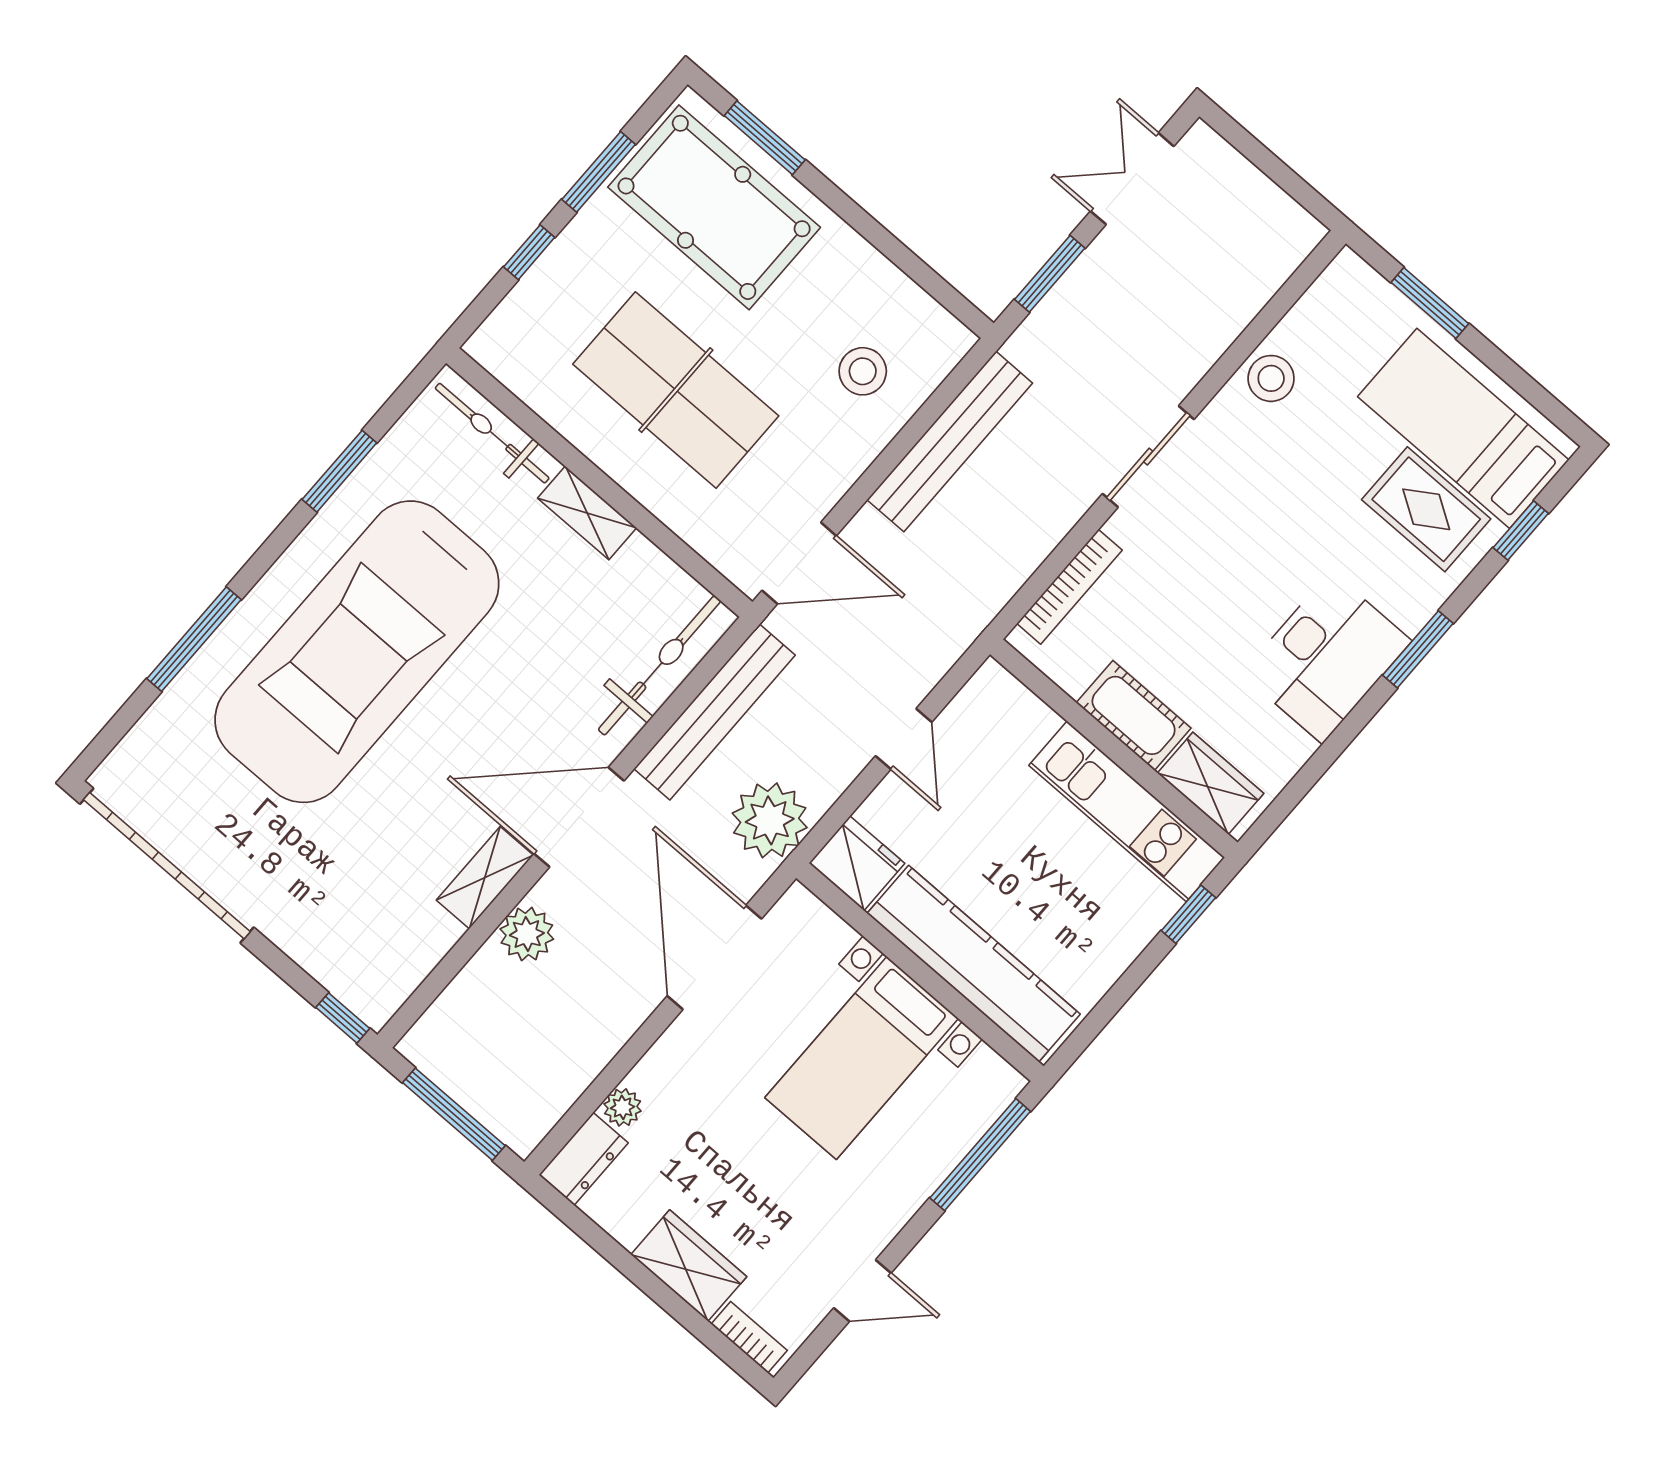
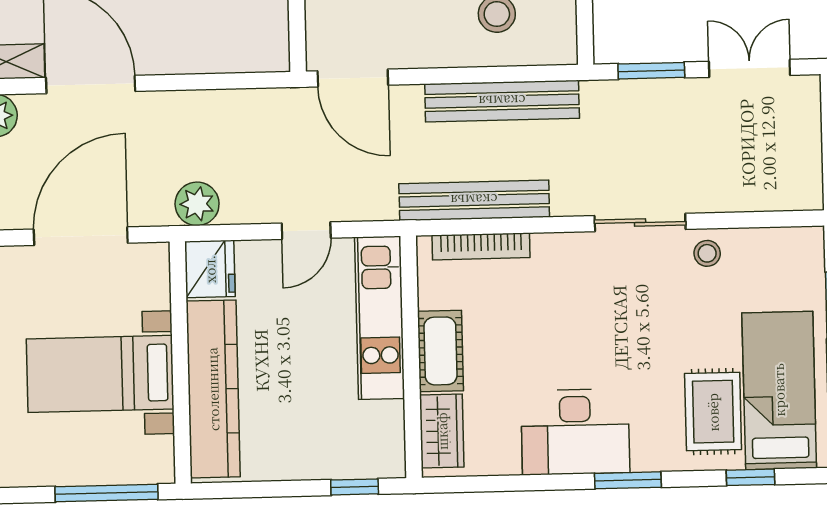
stool: (1271, 378) -> (707, 253), width x0.73, depth x0.73
sliding door: (1148, 457) -> (640, 222), moved
bicycle: (659, 665) -> (220, 51), removed
bench: (715, 712) -> (474, 200), moved
kitchen unit: (1127, 811) -> (380, 318), moved
plant: (770, 820) -> (197, 204), width x0.73, depth x0.73

